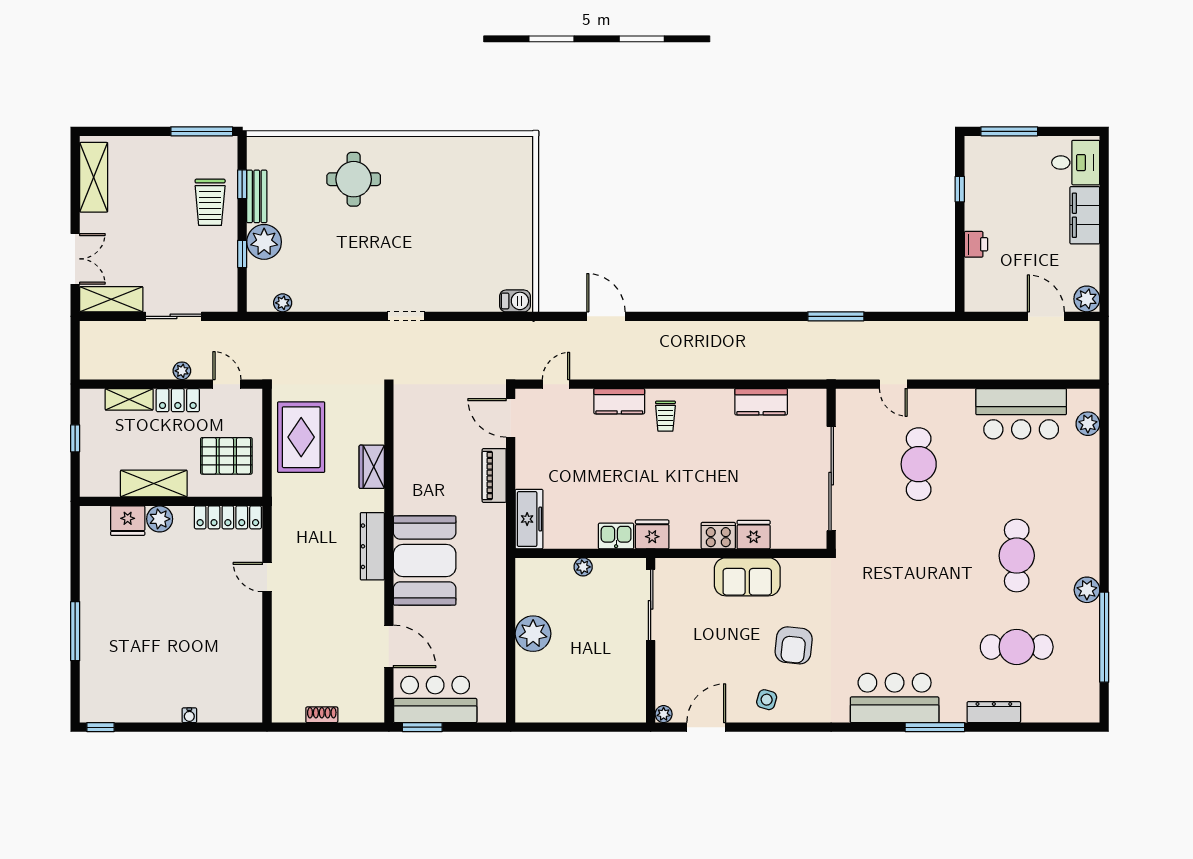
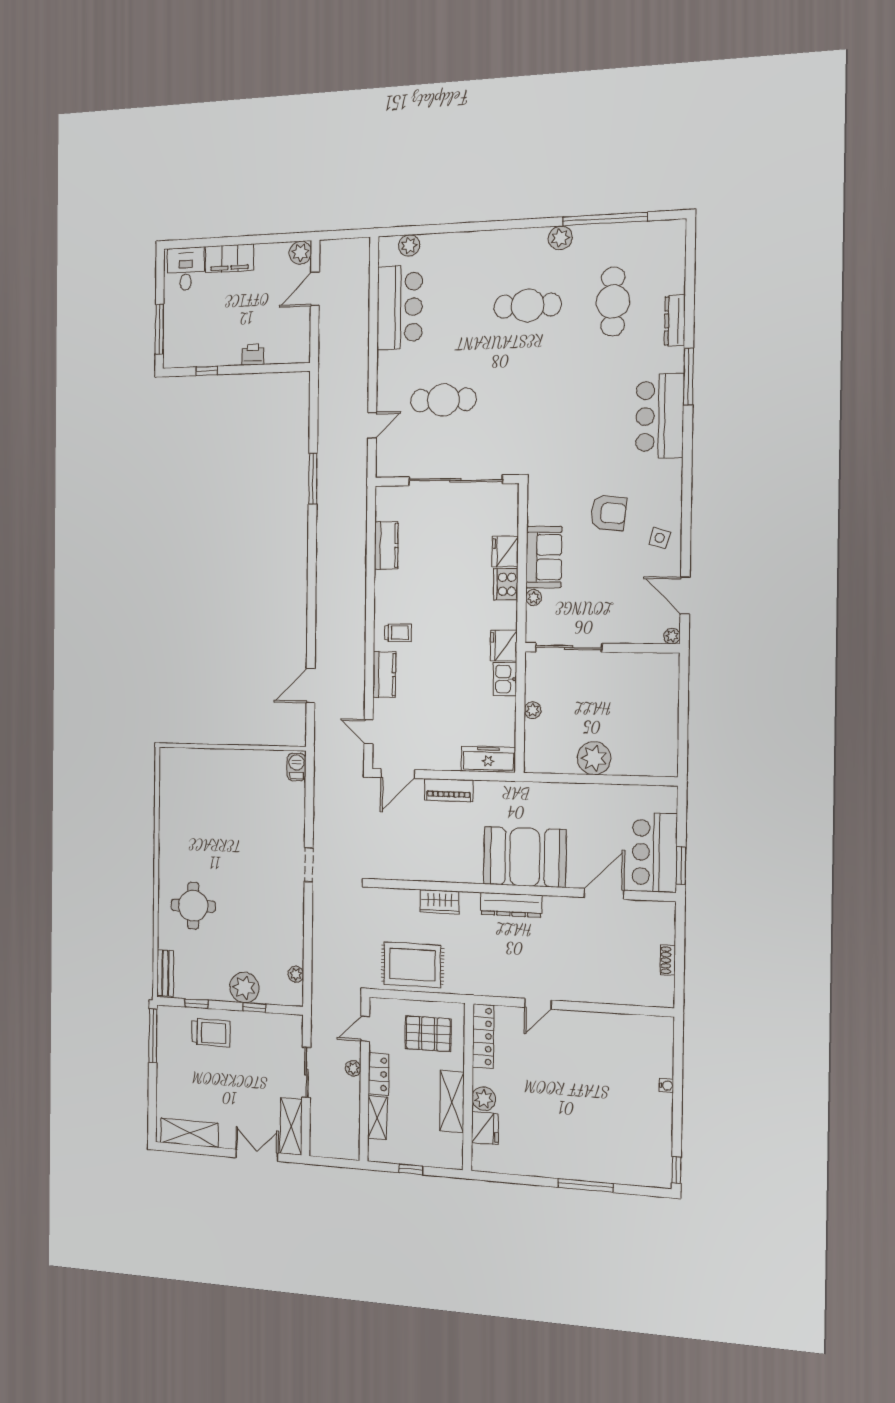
bench: (257, 196) -> (165, 973), moved, turned 90
pallet: (226, 456) -> (428, 1034), turned 90
plant: (704, 566) -> (534, 598), added

